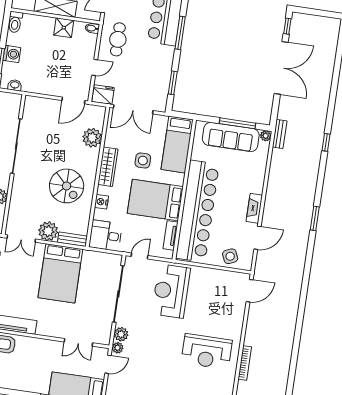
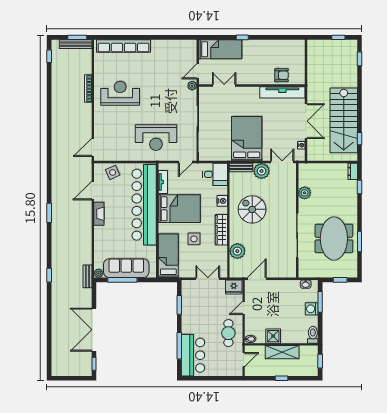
double door: (133, 109) -> (208, 279), width x0.73
reception desk: (171, 291) -> (156, 138), turned 90
plant: (121, 334) -> (191, 97), removed

